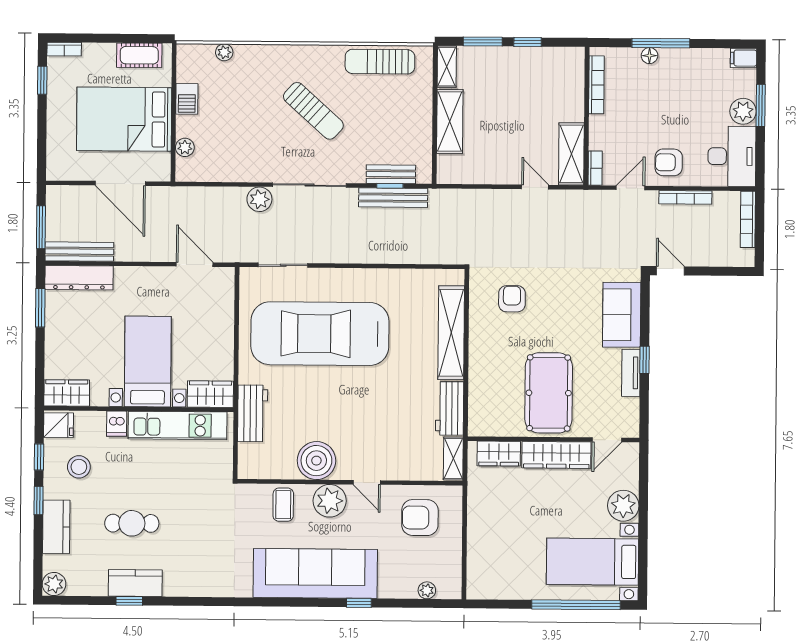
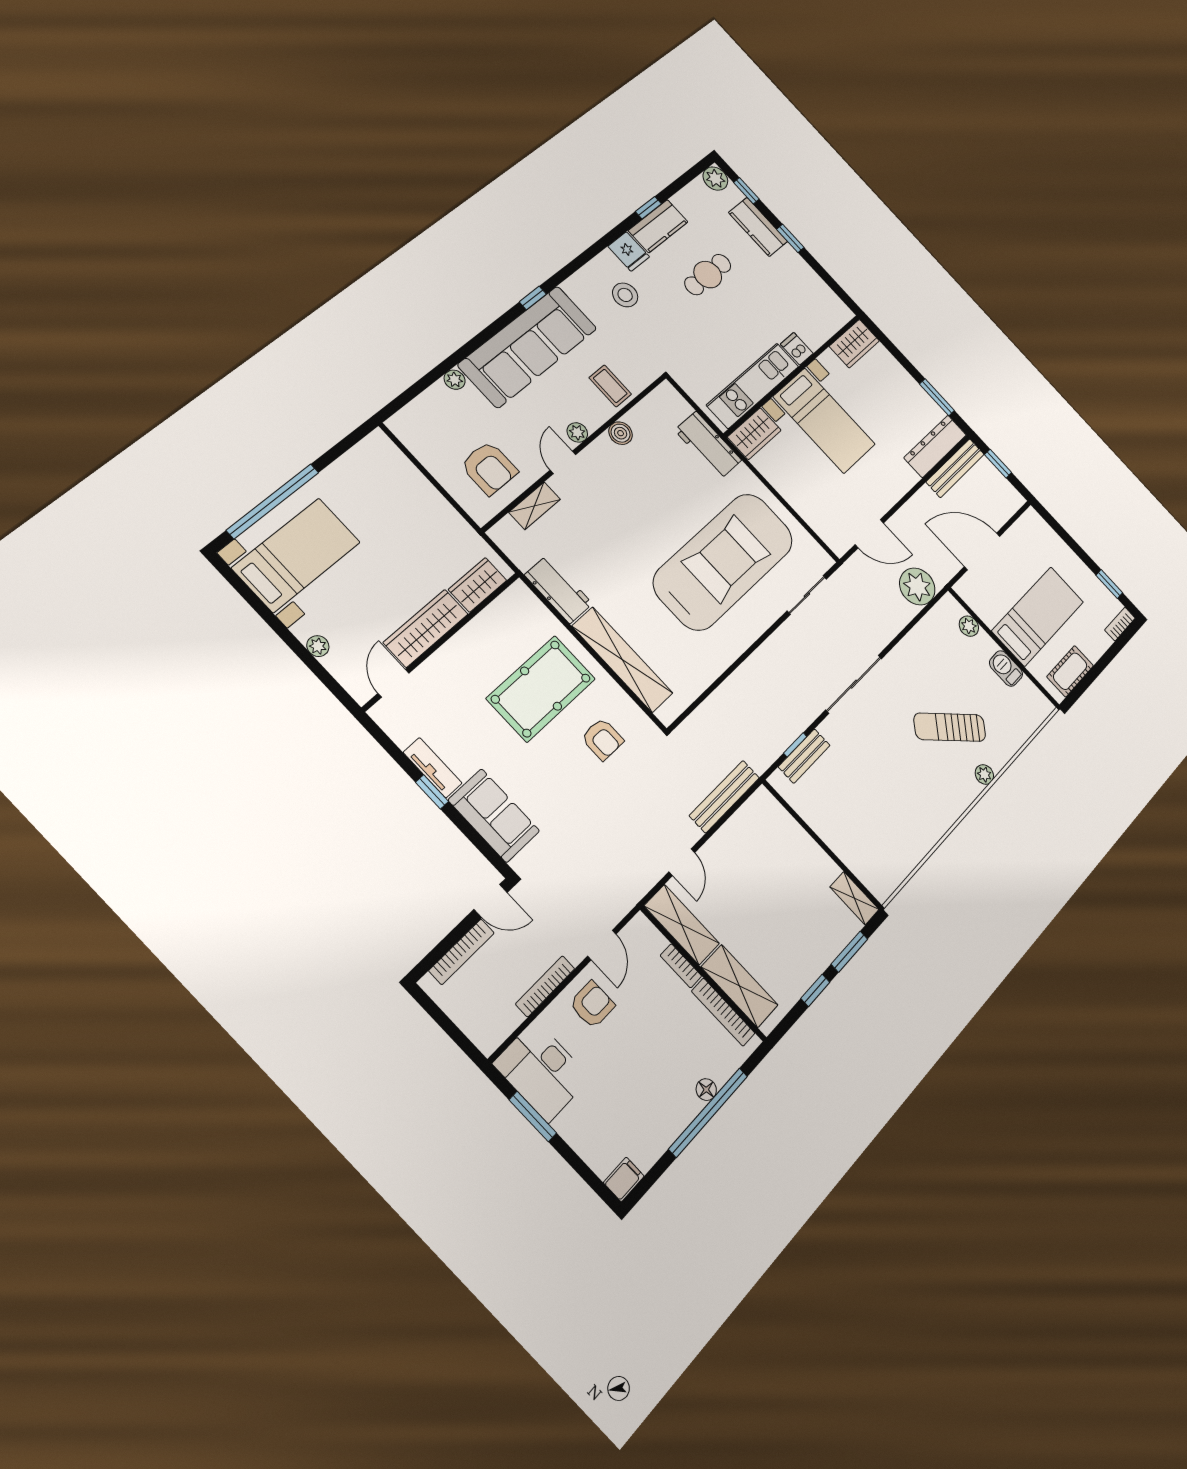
window: (661, 43) -> (708, 1112), width x1.46
plant: (224, 52) -> (984, 774), moved
sun lounger: (380, 62) -> (907, 848), removed
window: (761, 105) -> (533, 1116), moved
sun lounger: (313, 111) -> (950, 727), moved
plant: (743, 111) -> (574, 1126), removed
bed: (124, 119) -> (1038, 616), width x0.67
shelving: (450, 121) -> (740, 986), moved
bookcase: (595, 168) -> (681, 966), moved
door: (535, 187) -> (682, 862), hinge flipped
bench: (393, 198) -> (724, 797), moved
plant: (259, 199) -> (917, 586), moved, width x1.36, depth x1.36
bookcase: (748, 219) -> (462, 952), moved, turned 90
window: (41, 227) -> (998, 464), width x0.67
pool table: (549, 393) -> (541, 689), moved, turned 90
fridge: (58, 425) -> (629, 252), moved, turned -90
window: (39, 457) -> (746, 191), moved
shelving: (453, 458) -> (535, 506), moved, turned 90
boiler: (316, 461) -> (621, 433), width x0.54, depth x0.54
stool: (79, 467) -> (625, 295), moved
door: (367, 482) -> (563, 462), hinge flipped
plant: (330, 501) -> (577, 432), width x0.53, depth x0.53
plant: (623, 506) -> (318, 646), width x0.53, depth x0.53
armchair: (420, 518) -> (489, 468), turned 90
plant: (427, 590) -> (455, 380), moved
window: (359, 603) -> (533, 298), moved

